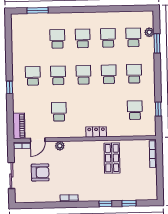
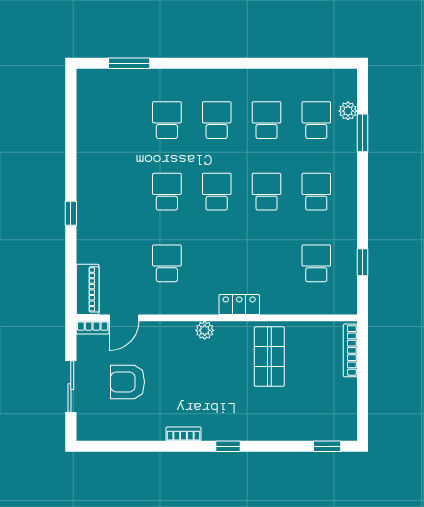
school desk: (33, 76) -> (117, 192), removed
plant: (60, 146) -> (205, 330), moved
armchair: (40, 172) -> (128, 382), turned 180
window: (129, 203) -> (327, 446), moved
window: (105, 204) -> (228, 446), moved

